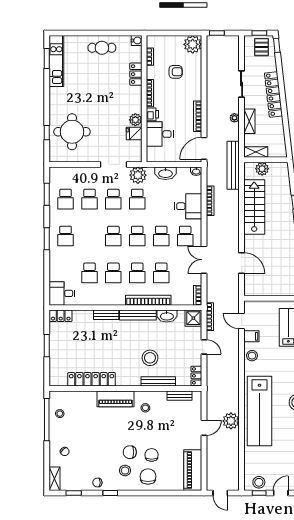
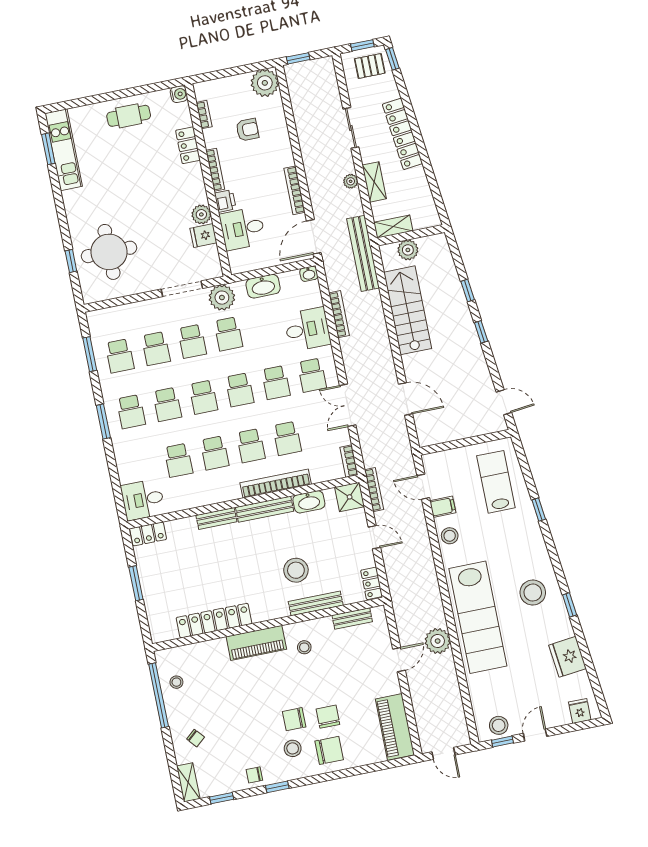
pallet: (261, 47) -> (370, 66), turned 90
school desk: (89, 236) -> (167, 404), added
chair: (148, 476) -> (329, 750), turned 90

